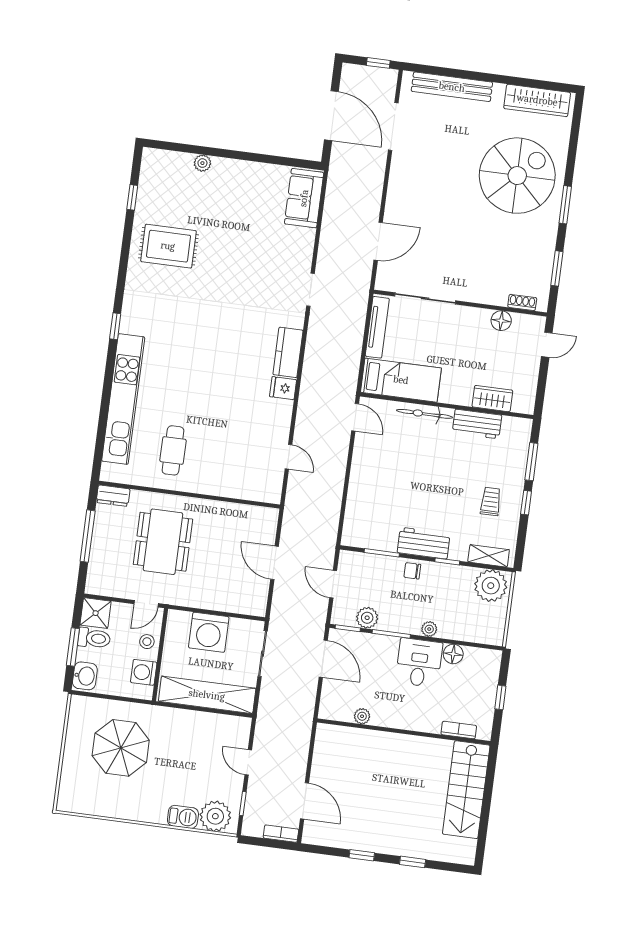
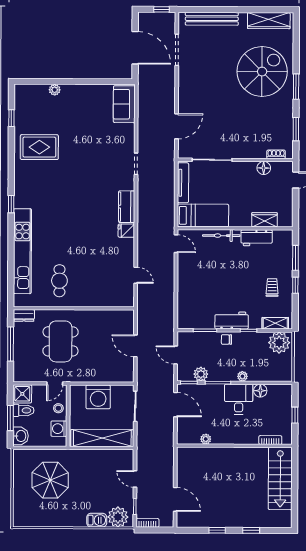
bookcase: (281, 834) -> (147, 523), moved

